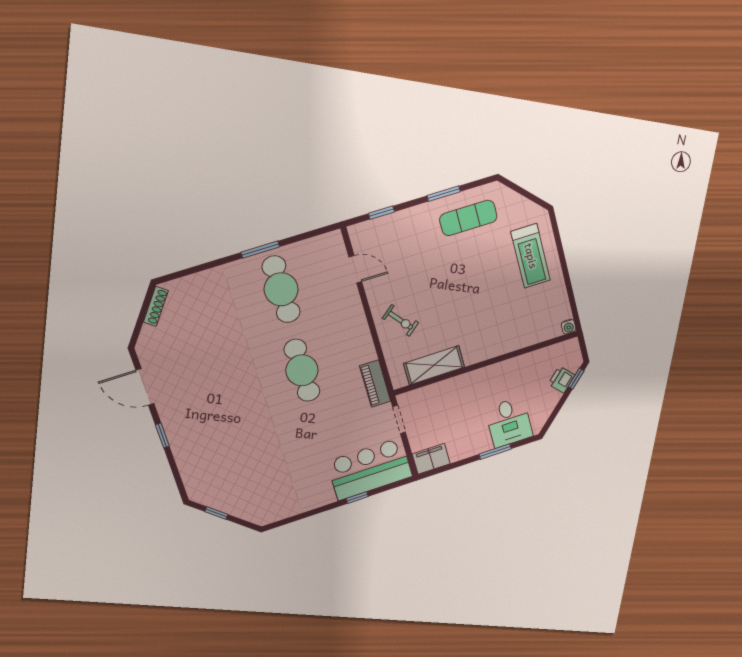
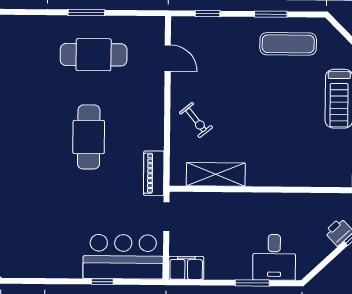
cafe table: (281, 289) -> (94, 55), turned 90

